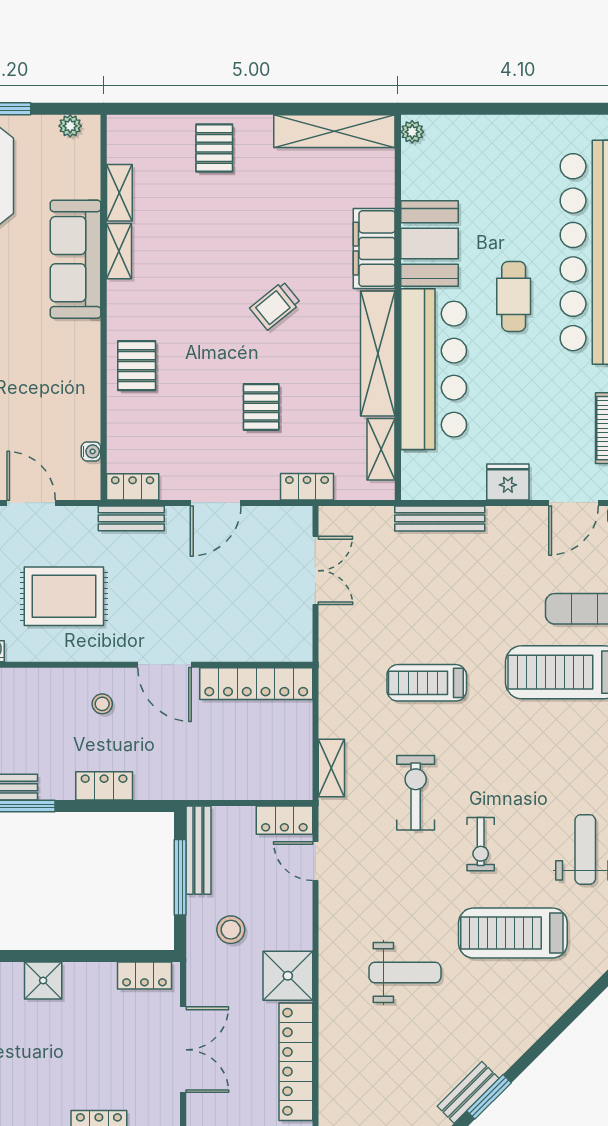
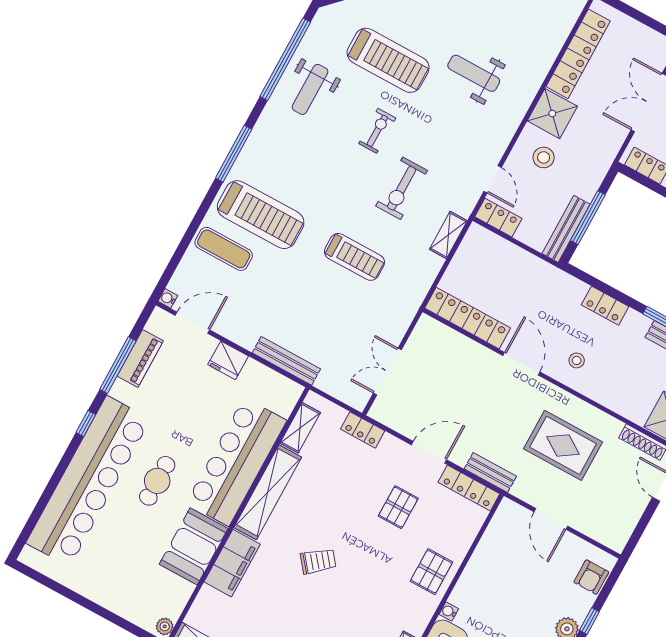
pallet: (261, 407) -> (398, 507), moved
water cooler: (91, 451) -> (449, 611), moved
locker: (133, 487) -> (469, 488), width x1.53
stool: (231, 930) -> (544, 157), moved

